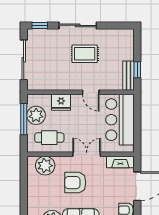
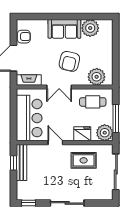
window: (40, 25) -> (29, 203), moved
rug: (85, 54) -> (84, 160), moved
bench: (129, 76) -> (21, 162), width x1.36
plant: (36, 115) -> (105, 133), moved
armchair: (75, 183) -> (69, 61), turned 103

